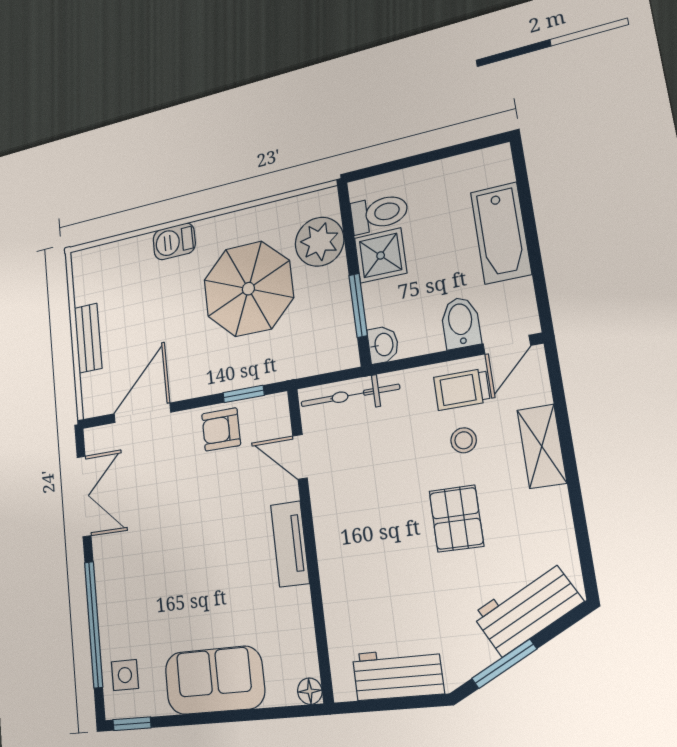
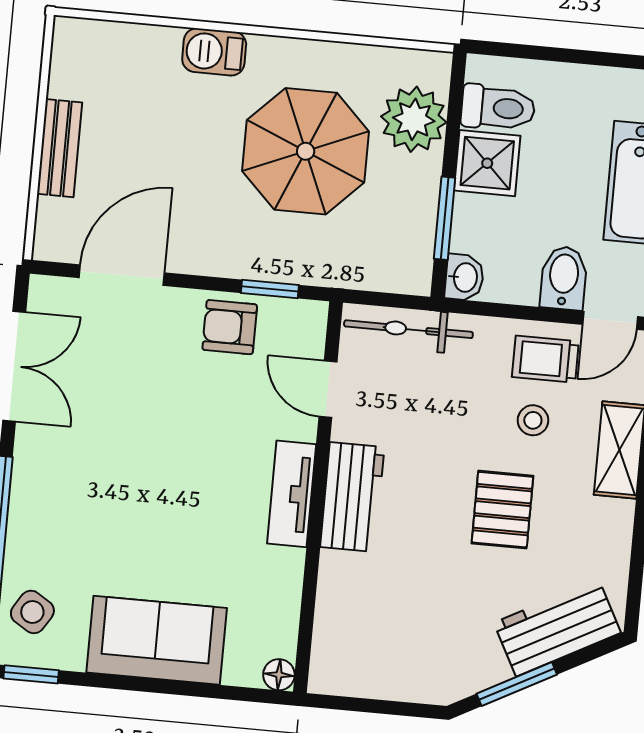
workbench: (398, 674) -> (352, 497), moved, turned 90
side table: (125, 675) -> (32, 612), turned 32

